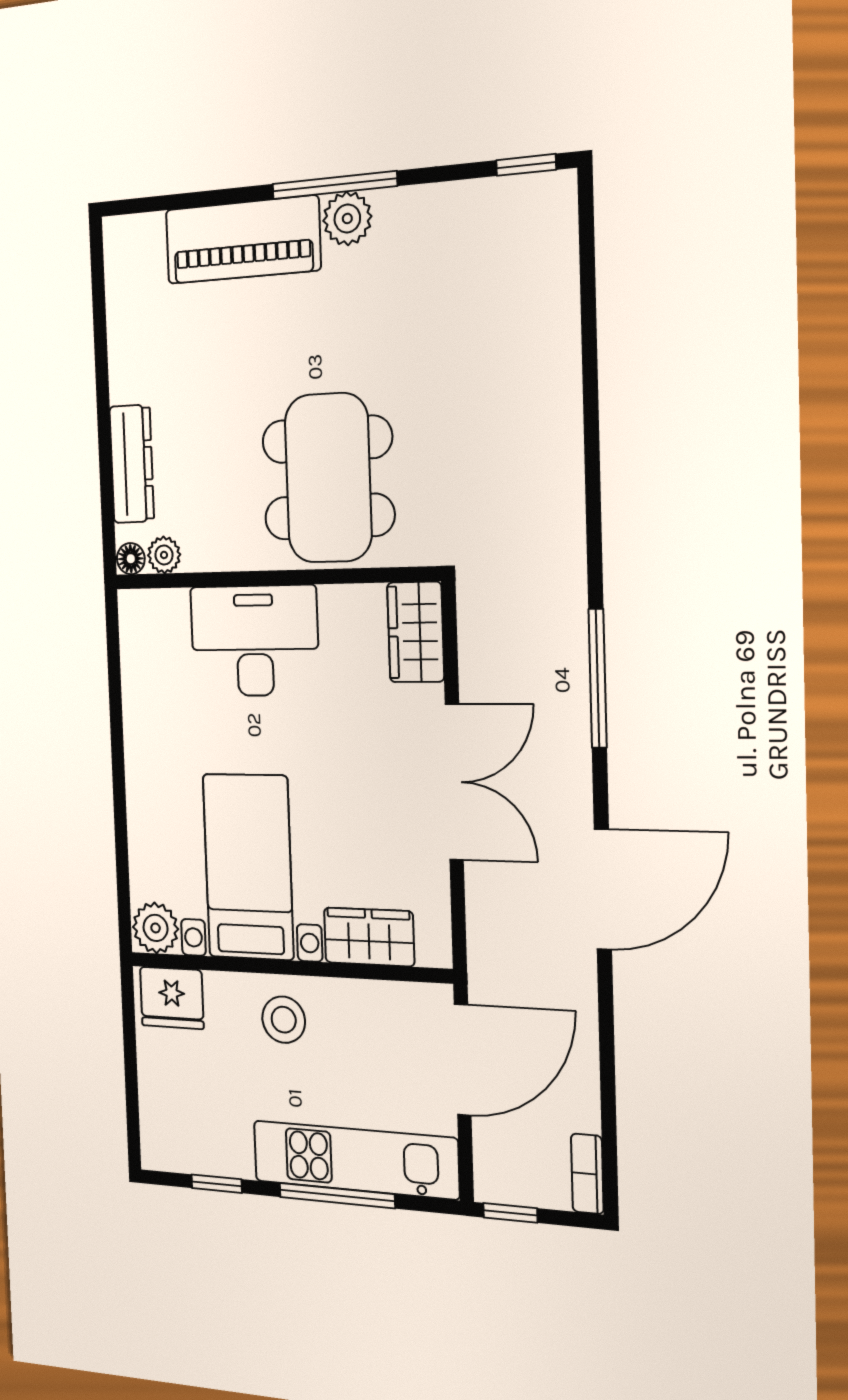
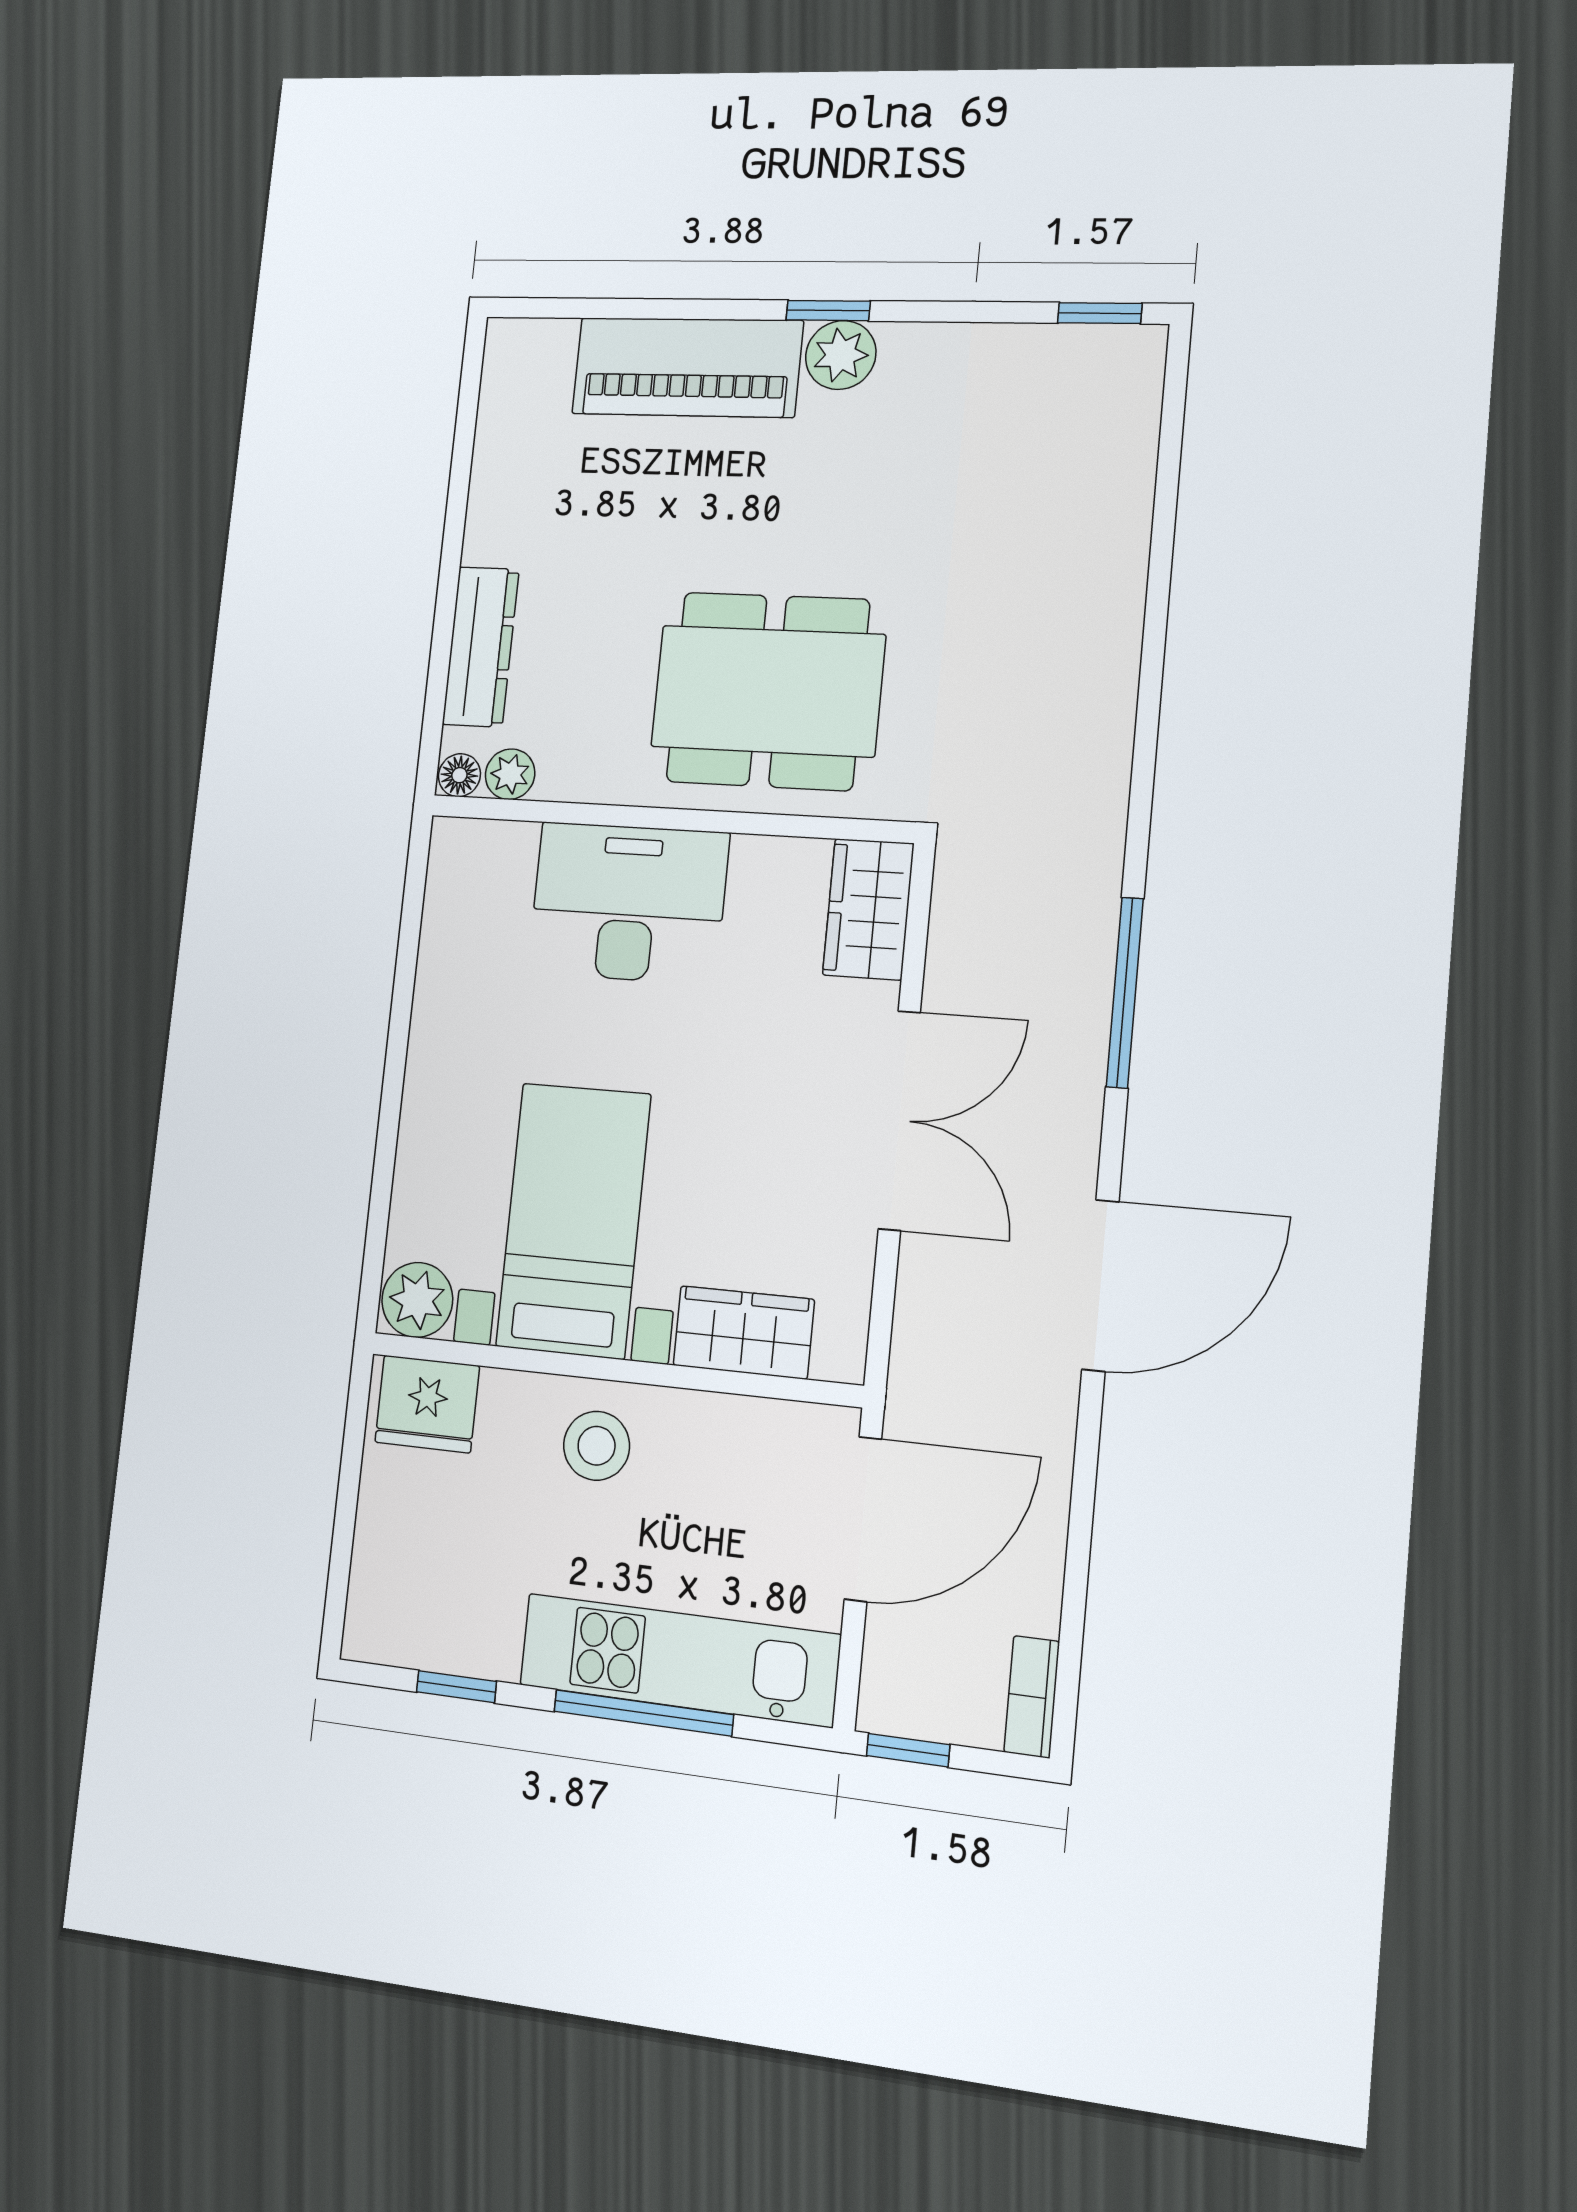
window: (334, 185) -> (828, 311), width x0.46
dining table: (328, 478) -> (768, 691), turned 90

